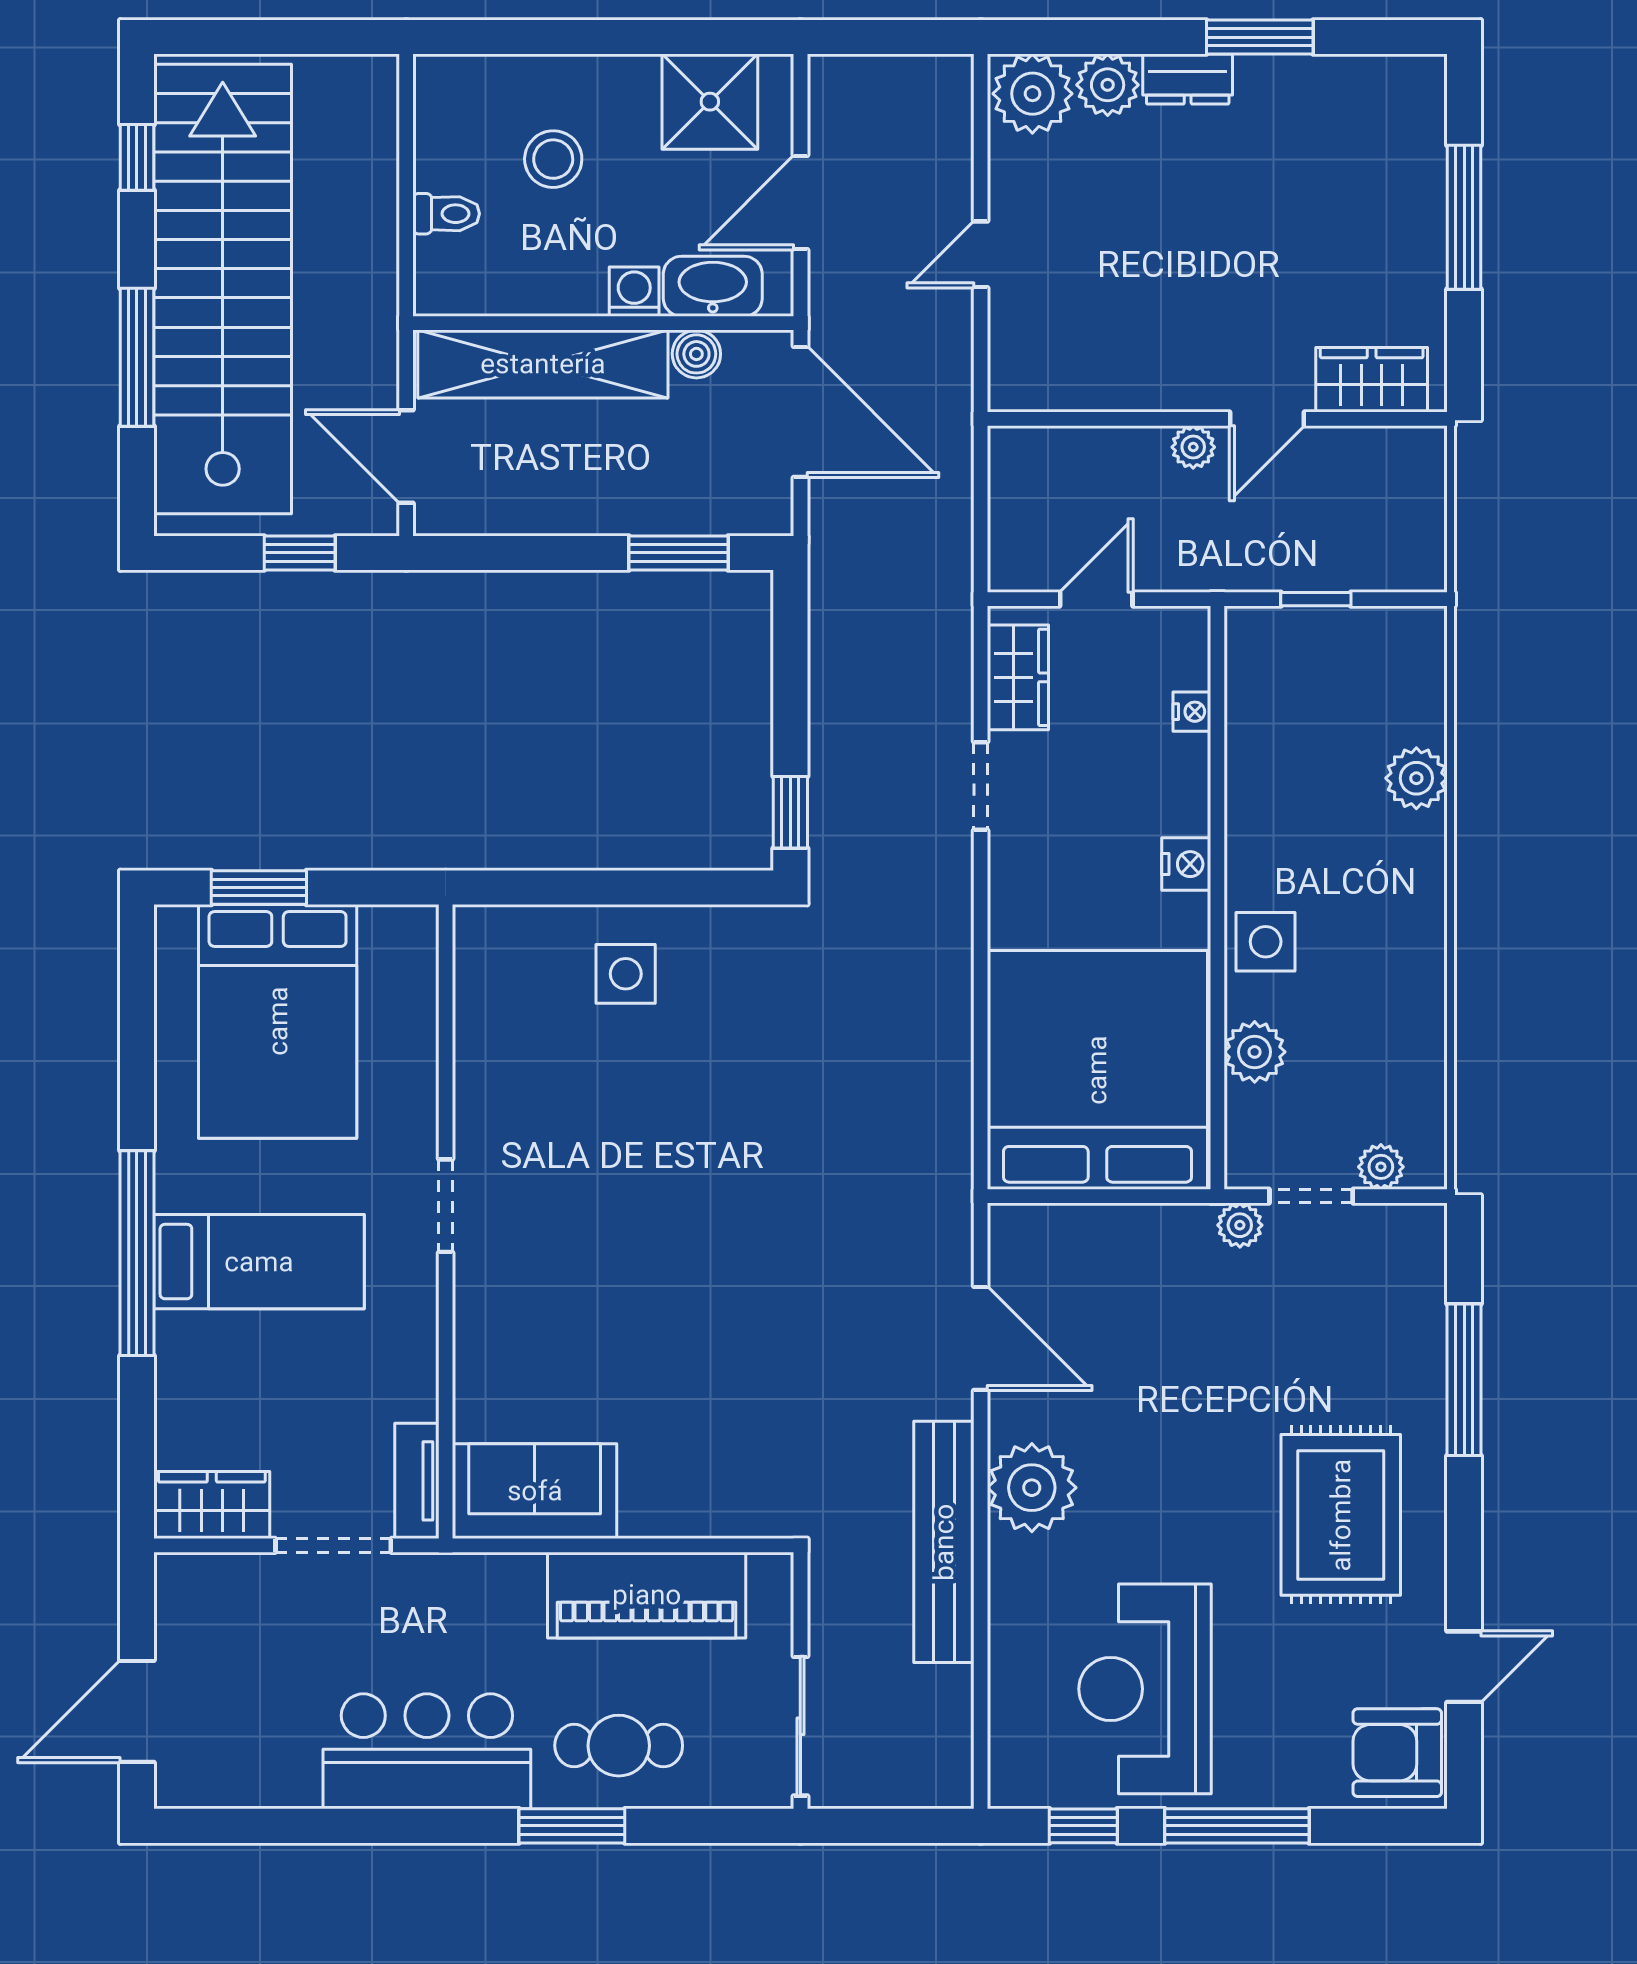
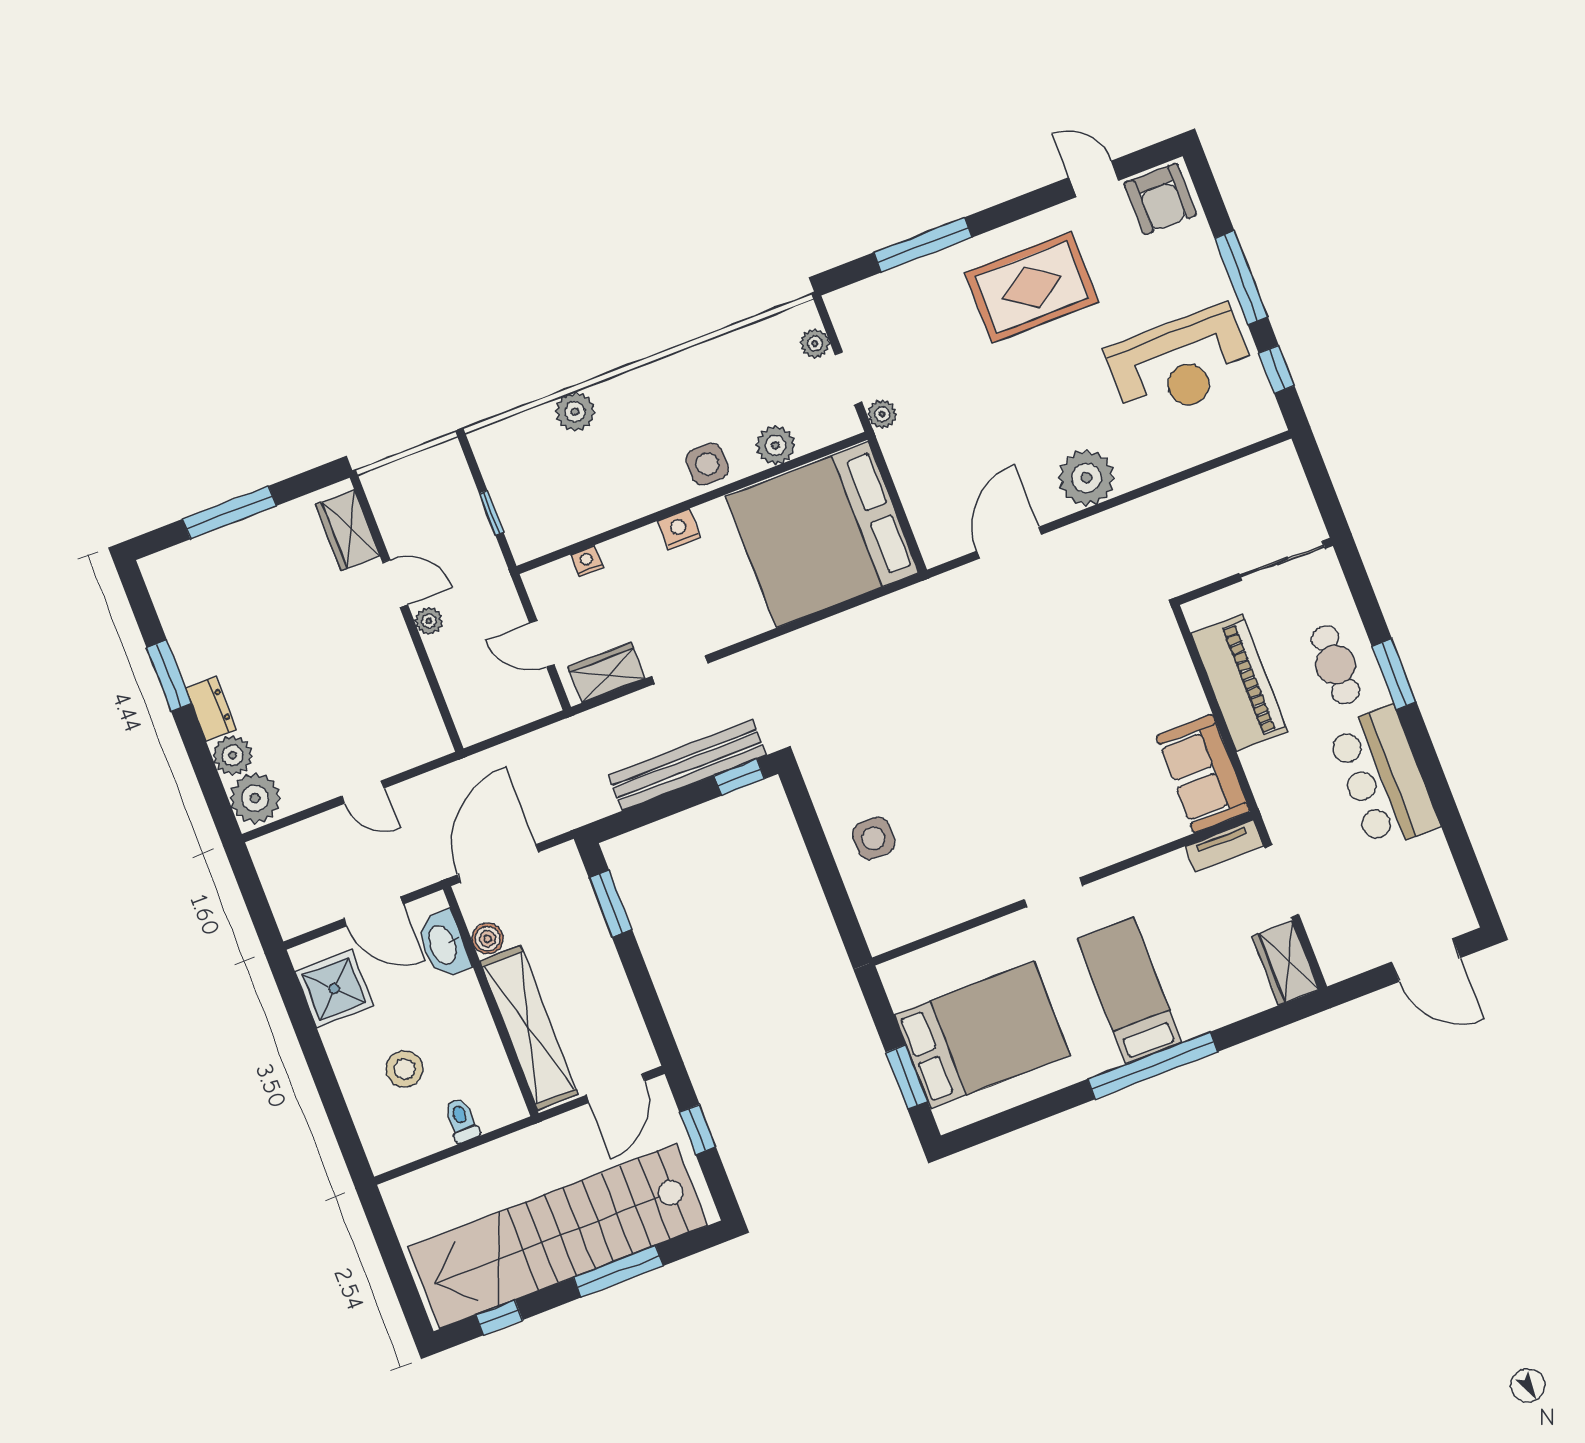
washing machine: (634, 292) -> (465, 990), removed
bench: (944, 1542) -> (687, 765), moved

